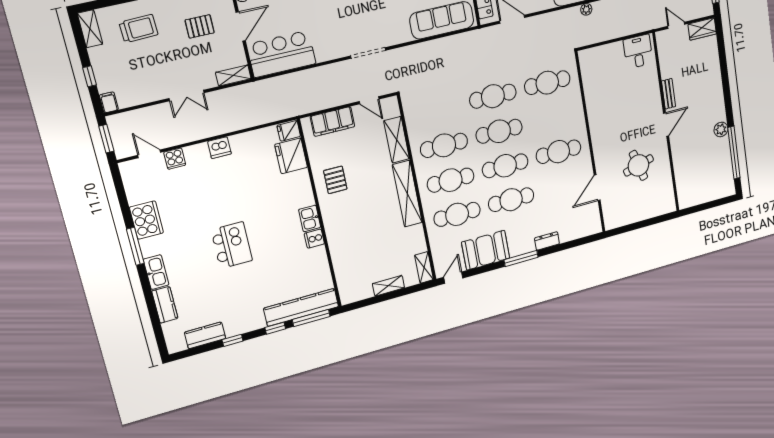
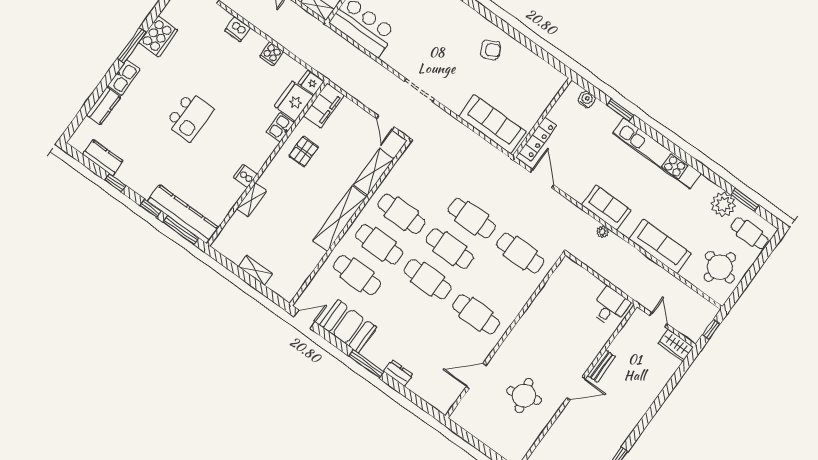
filing cabinet: (333, 122) -> (324, 106), moved, turned -90
plant: (721, 129) -> (615, 442), removed
dishwasher: (219, 148) -> (238, 29), moved
cooker: (175, 159) -> (271, 54), moved
cafe table: (511, 200) -> (406, 310), removed
kitchen sink: (310, 218) -> (280, 127), moved
shelving: (424, 267) -> (251, 200), moved

